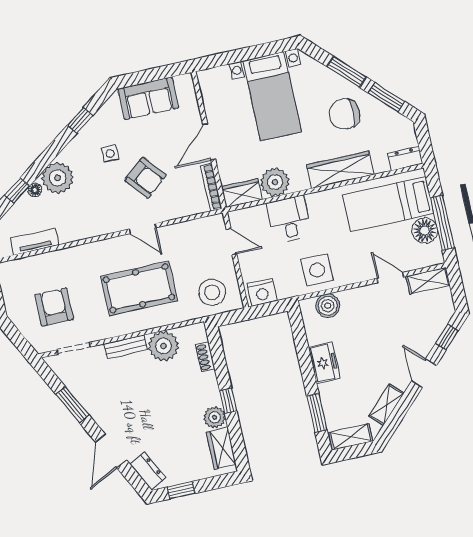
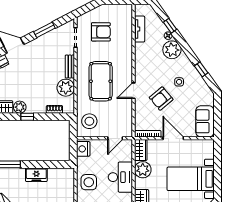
sofa: (148, 98) -> (205, 121), moved
desk: (289, 219) -> (120, 177), width x1.37
boiler: (328, 306) -> (68, 184), removed

